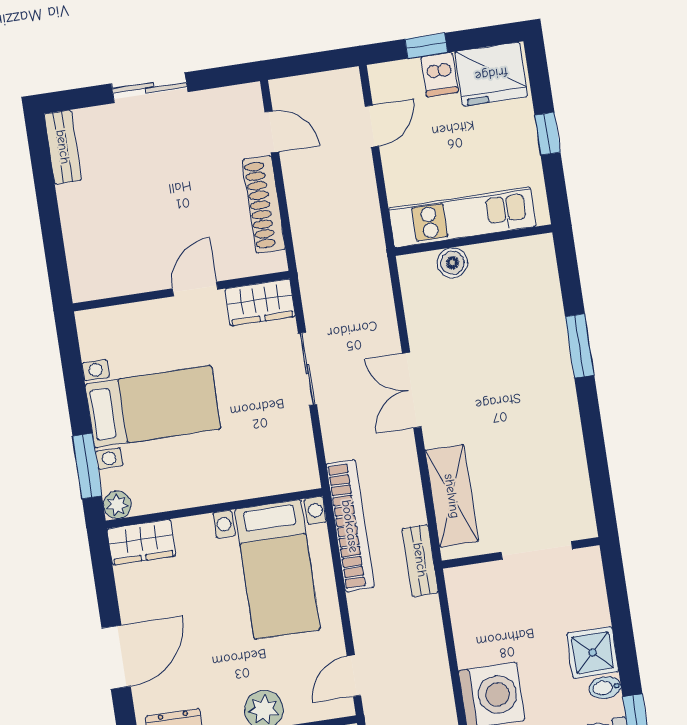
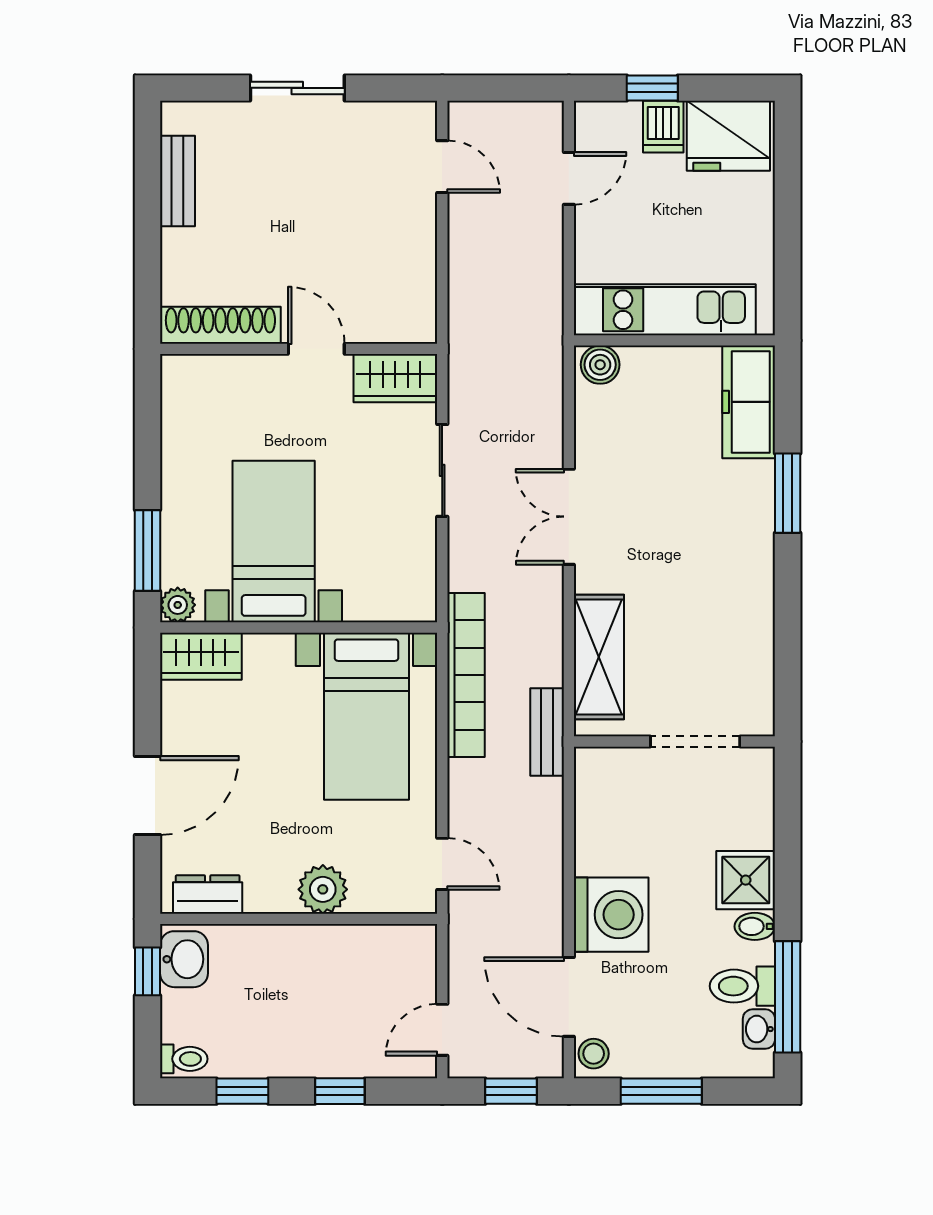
window: (547, 134) -> (788, 221), removed
bench: (63, 147) -> (177, 181), moved
shoe rack: (264, 204) -> (220, 325), moved, turned 90
boiler: (452, 263) -> (600, 365), moved
freezer: (538, 279) -> (749, 402), added
door: (195, 289) -> (316, 349), hinge flipped
bed with nightstands: (153, 407) -> (274, 542), moved, turned -90
door: (354, 676) -> (442, 864), swing flipped

